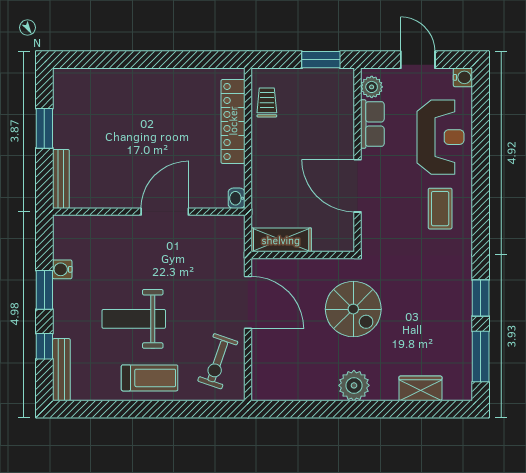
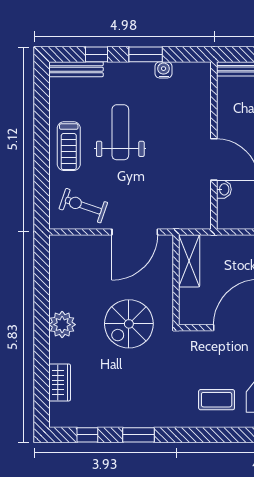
washbasin: (237, 198) -> (224, 189), moved, turned 90
window: (481, 357) -> (87, 435), width x0.46

